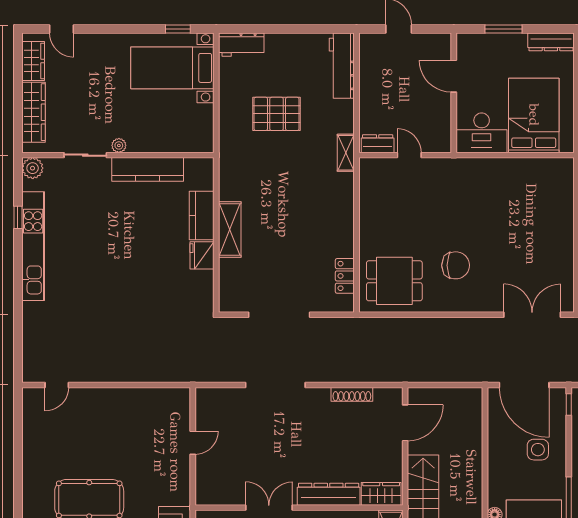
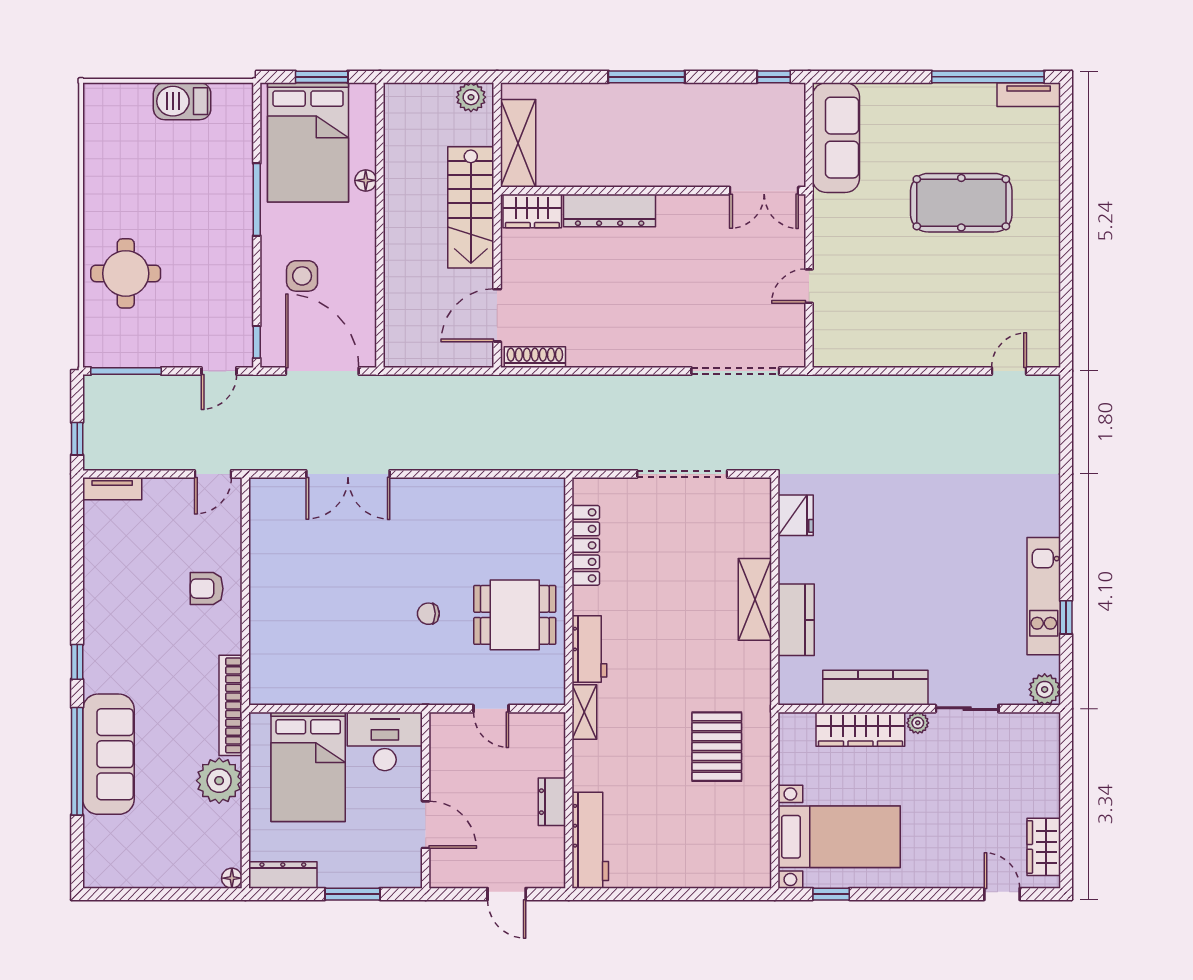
workbench: (241, 45) -> (589, 649), moved, turned 90
wardrobe: (33, 112) -> (860, 729), moved, turned -90
pallet: (277, 114) -> (717, 747), moved, turned 90
dresser: (378, 144) -> (552, 802), moved, turned 90
kitchen unit: (33, 246) -> (1044, 596), width x0.73
fridge: (202, 255) -> (796, 515), moved
chair: (456, 265) -> (428, 614), moved, width x0.54, depth x0.54
locker: (345, 276) -> (586, 545), width x1.53
dining table: (394, 281) -> (515, 615), moved
double door: (532, 315) -> (348, 474), moved
doorway: (275, 385) -> (735, 371), moved
shoe rack: (352, 394) -> (535, 357), moved
double door: (269, 508) -> (764, 191), moved

